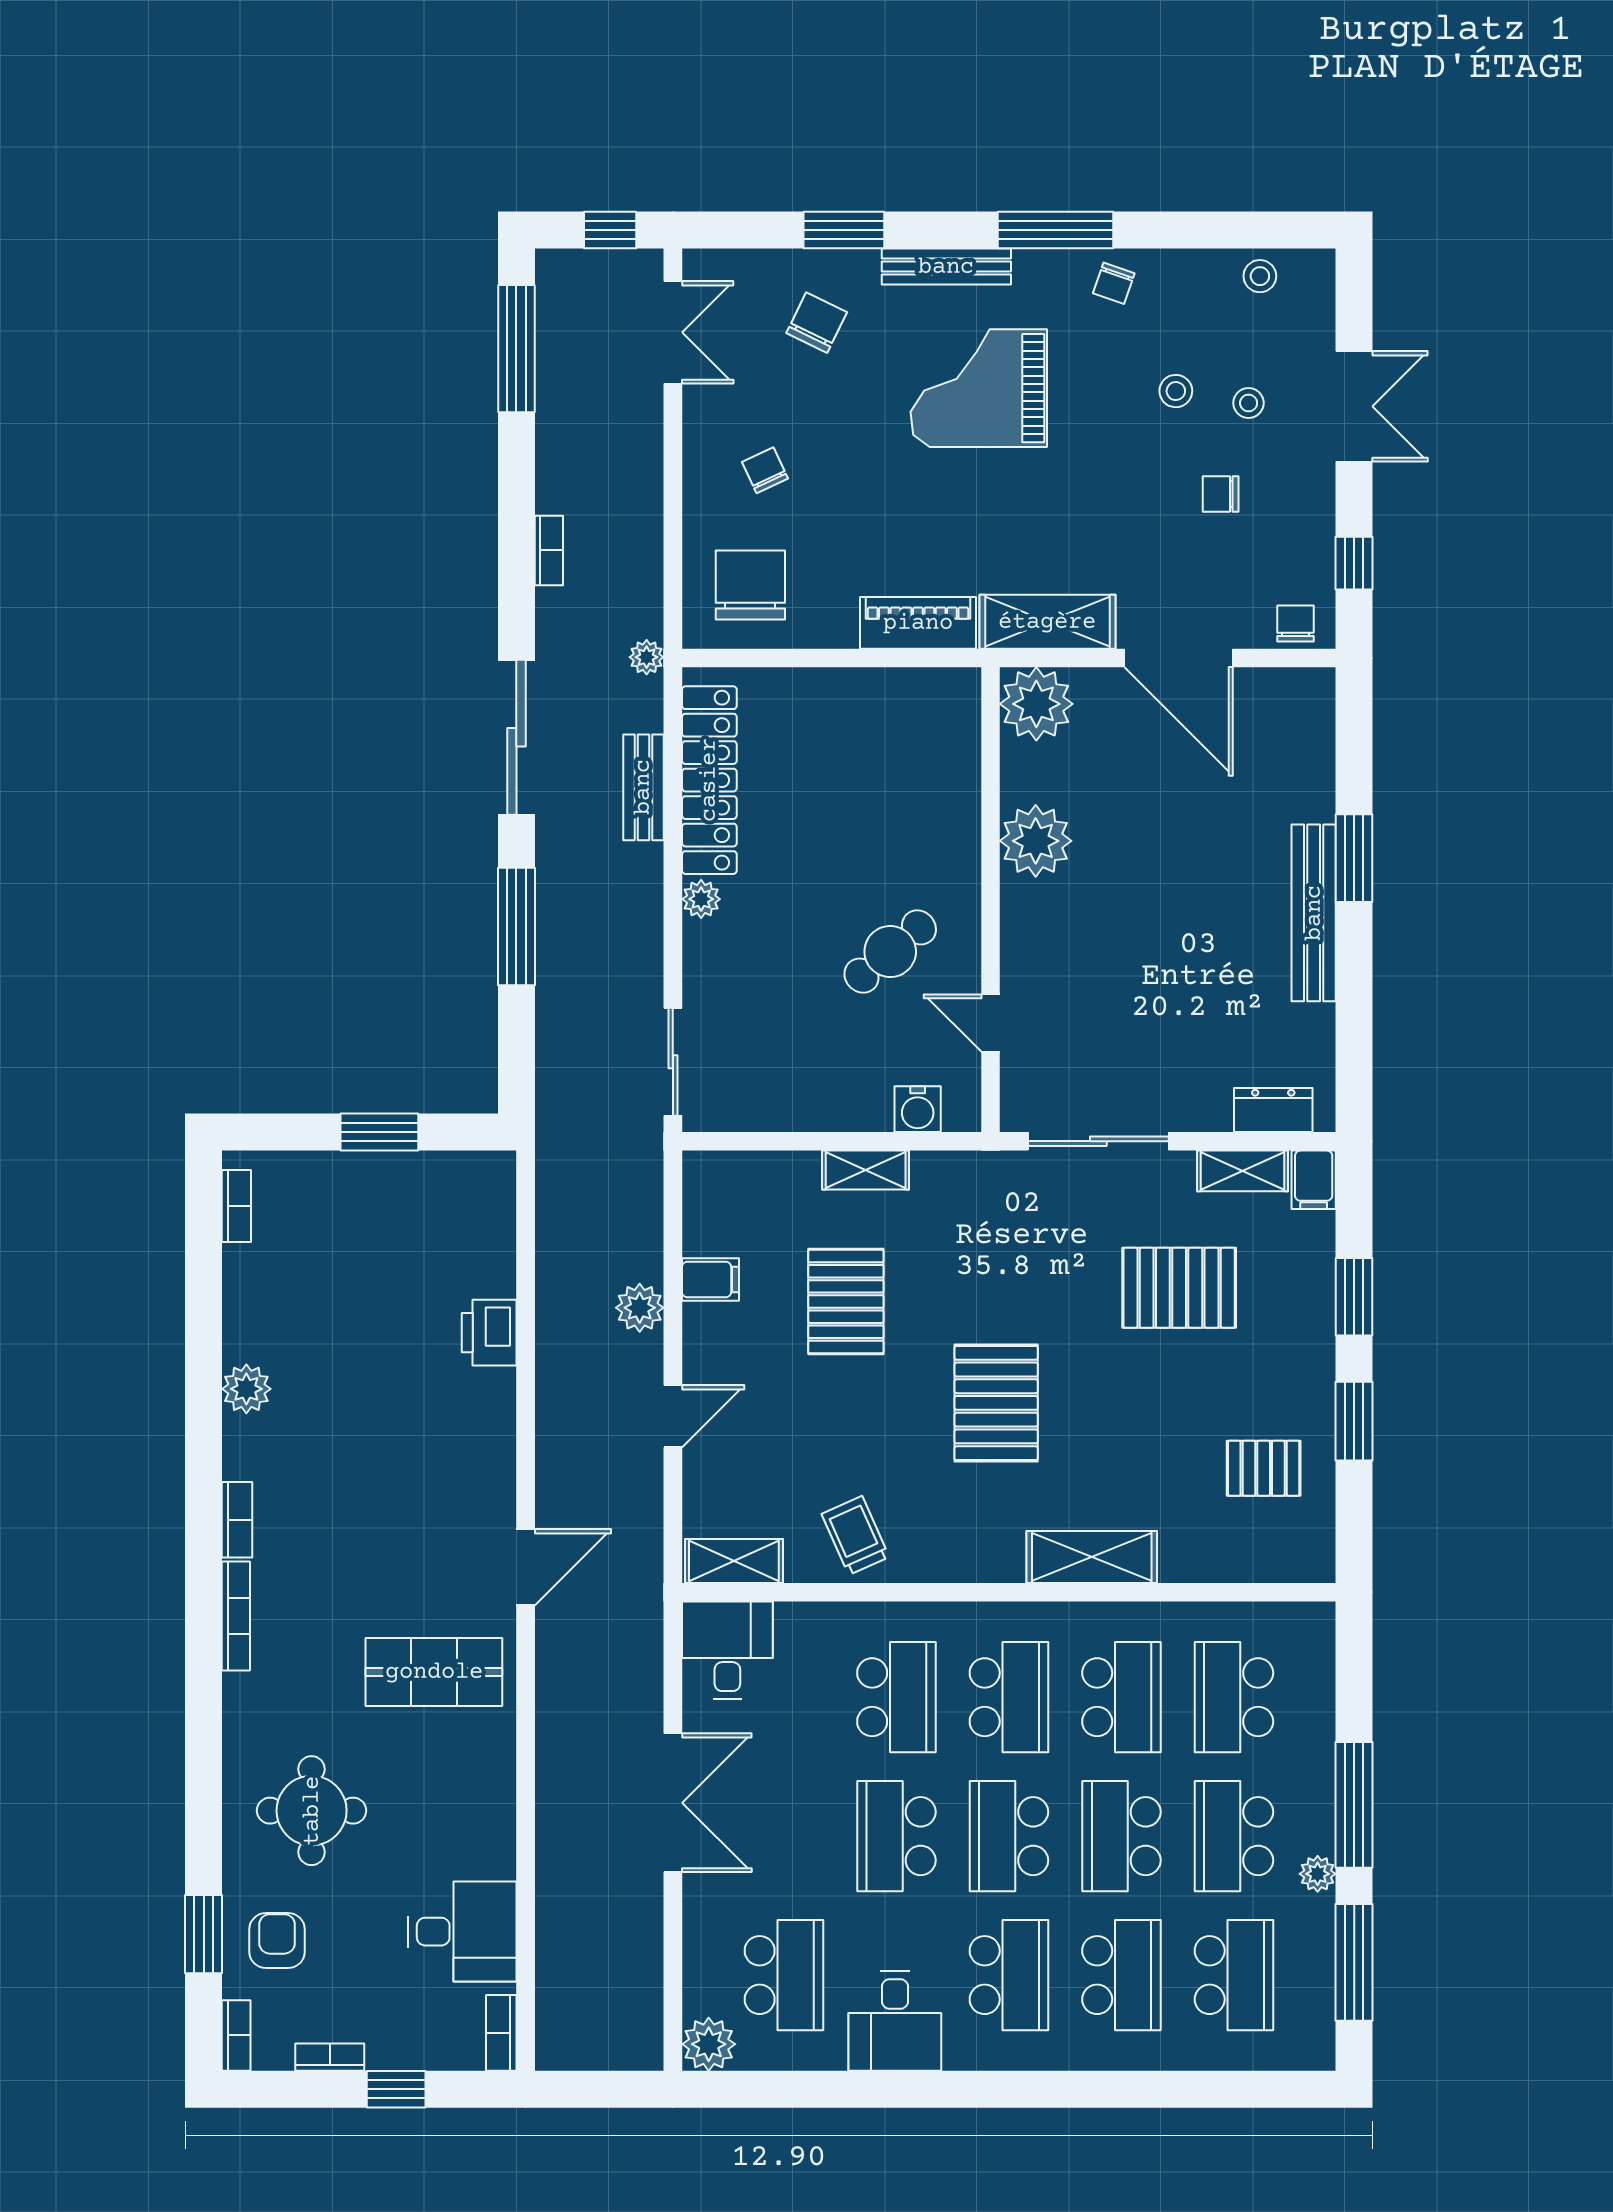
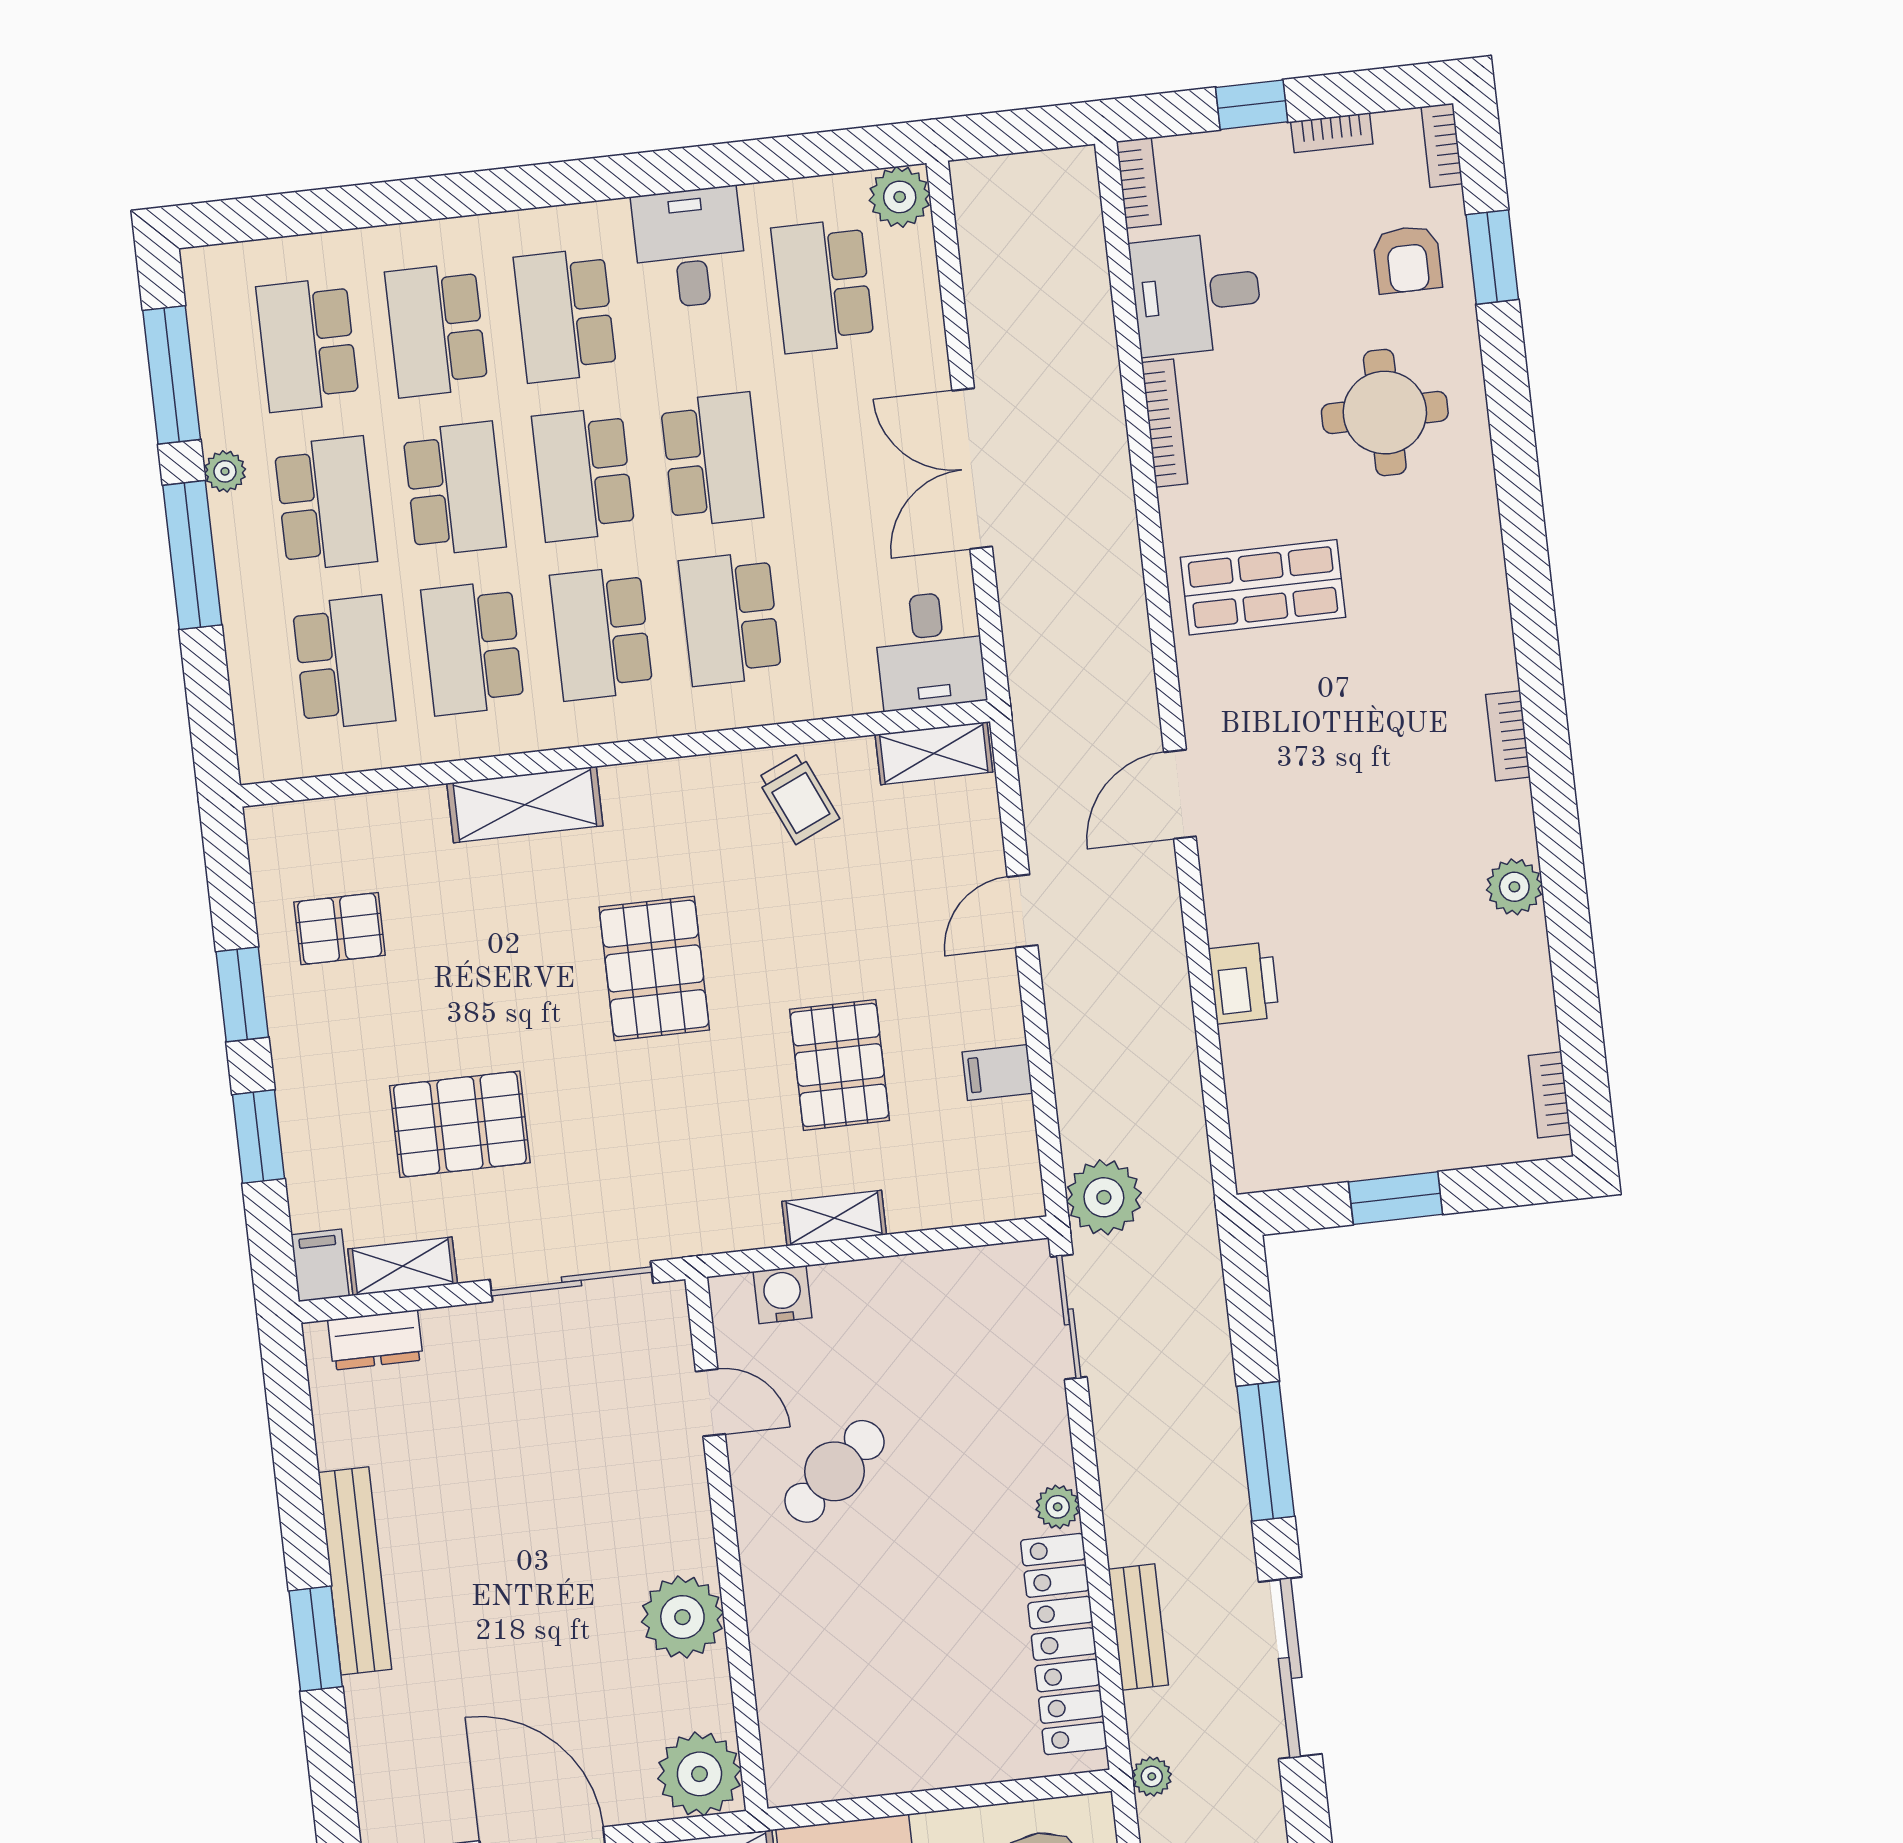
plant: (640, 1308) -> (1104, 1197), moved, width x1.36, depth x1.36
door: (526, 1567) -> (1180, 794), moved
bookcase: (236, 1616) -> (1165, 423), moved, turned 180
school desk: (1009, 1836) -> (583, 474), turned 180

